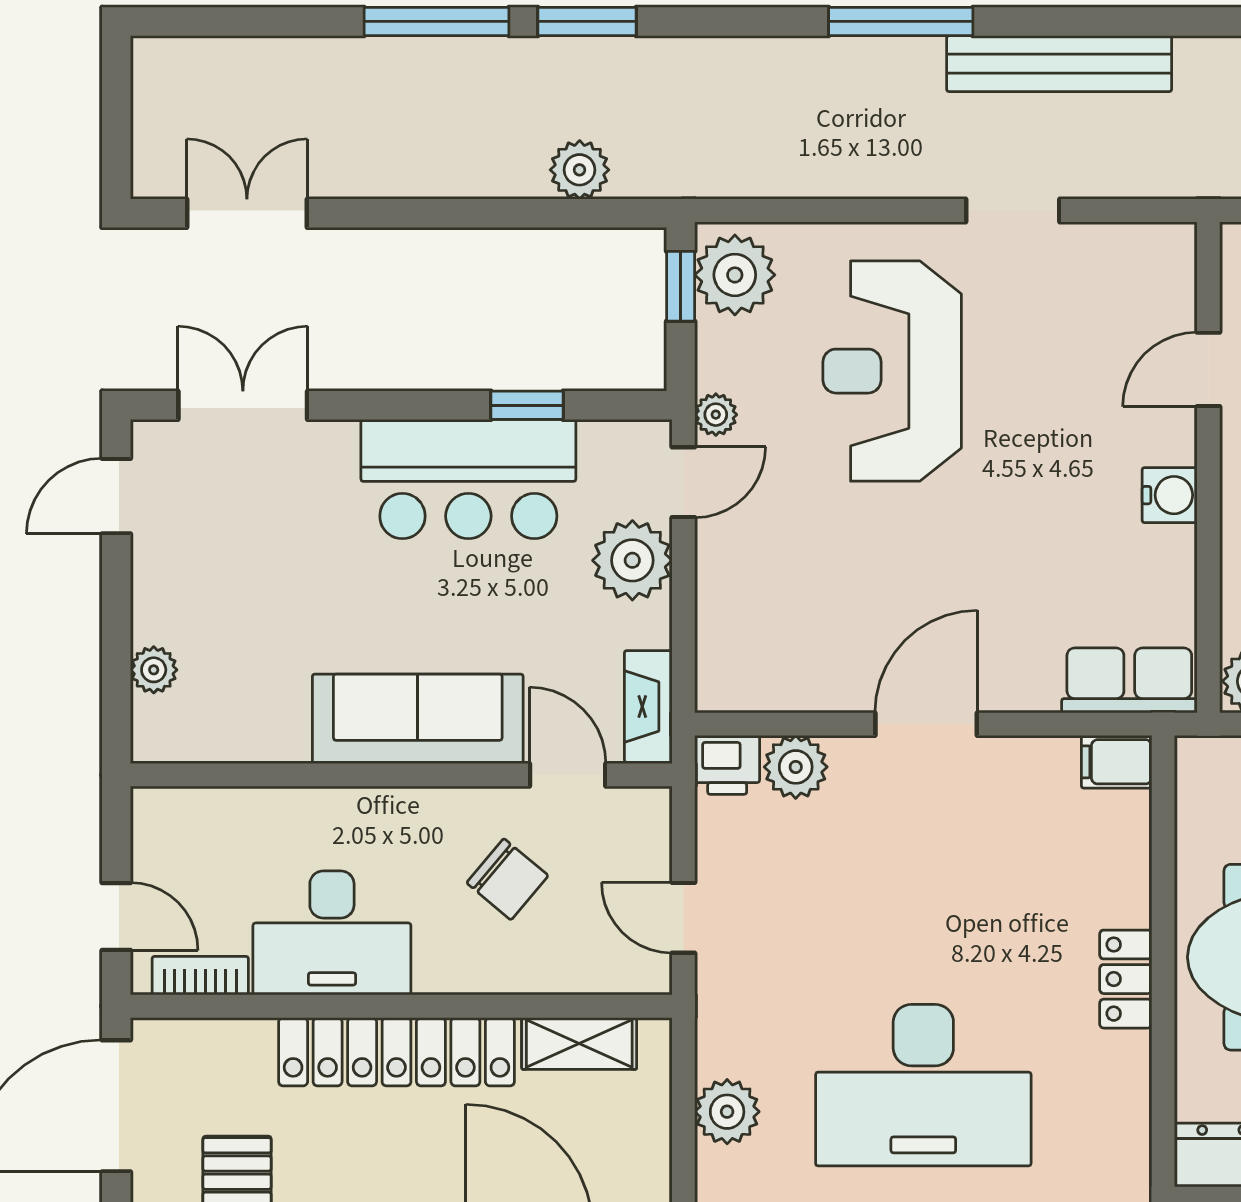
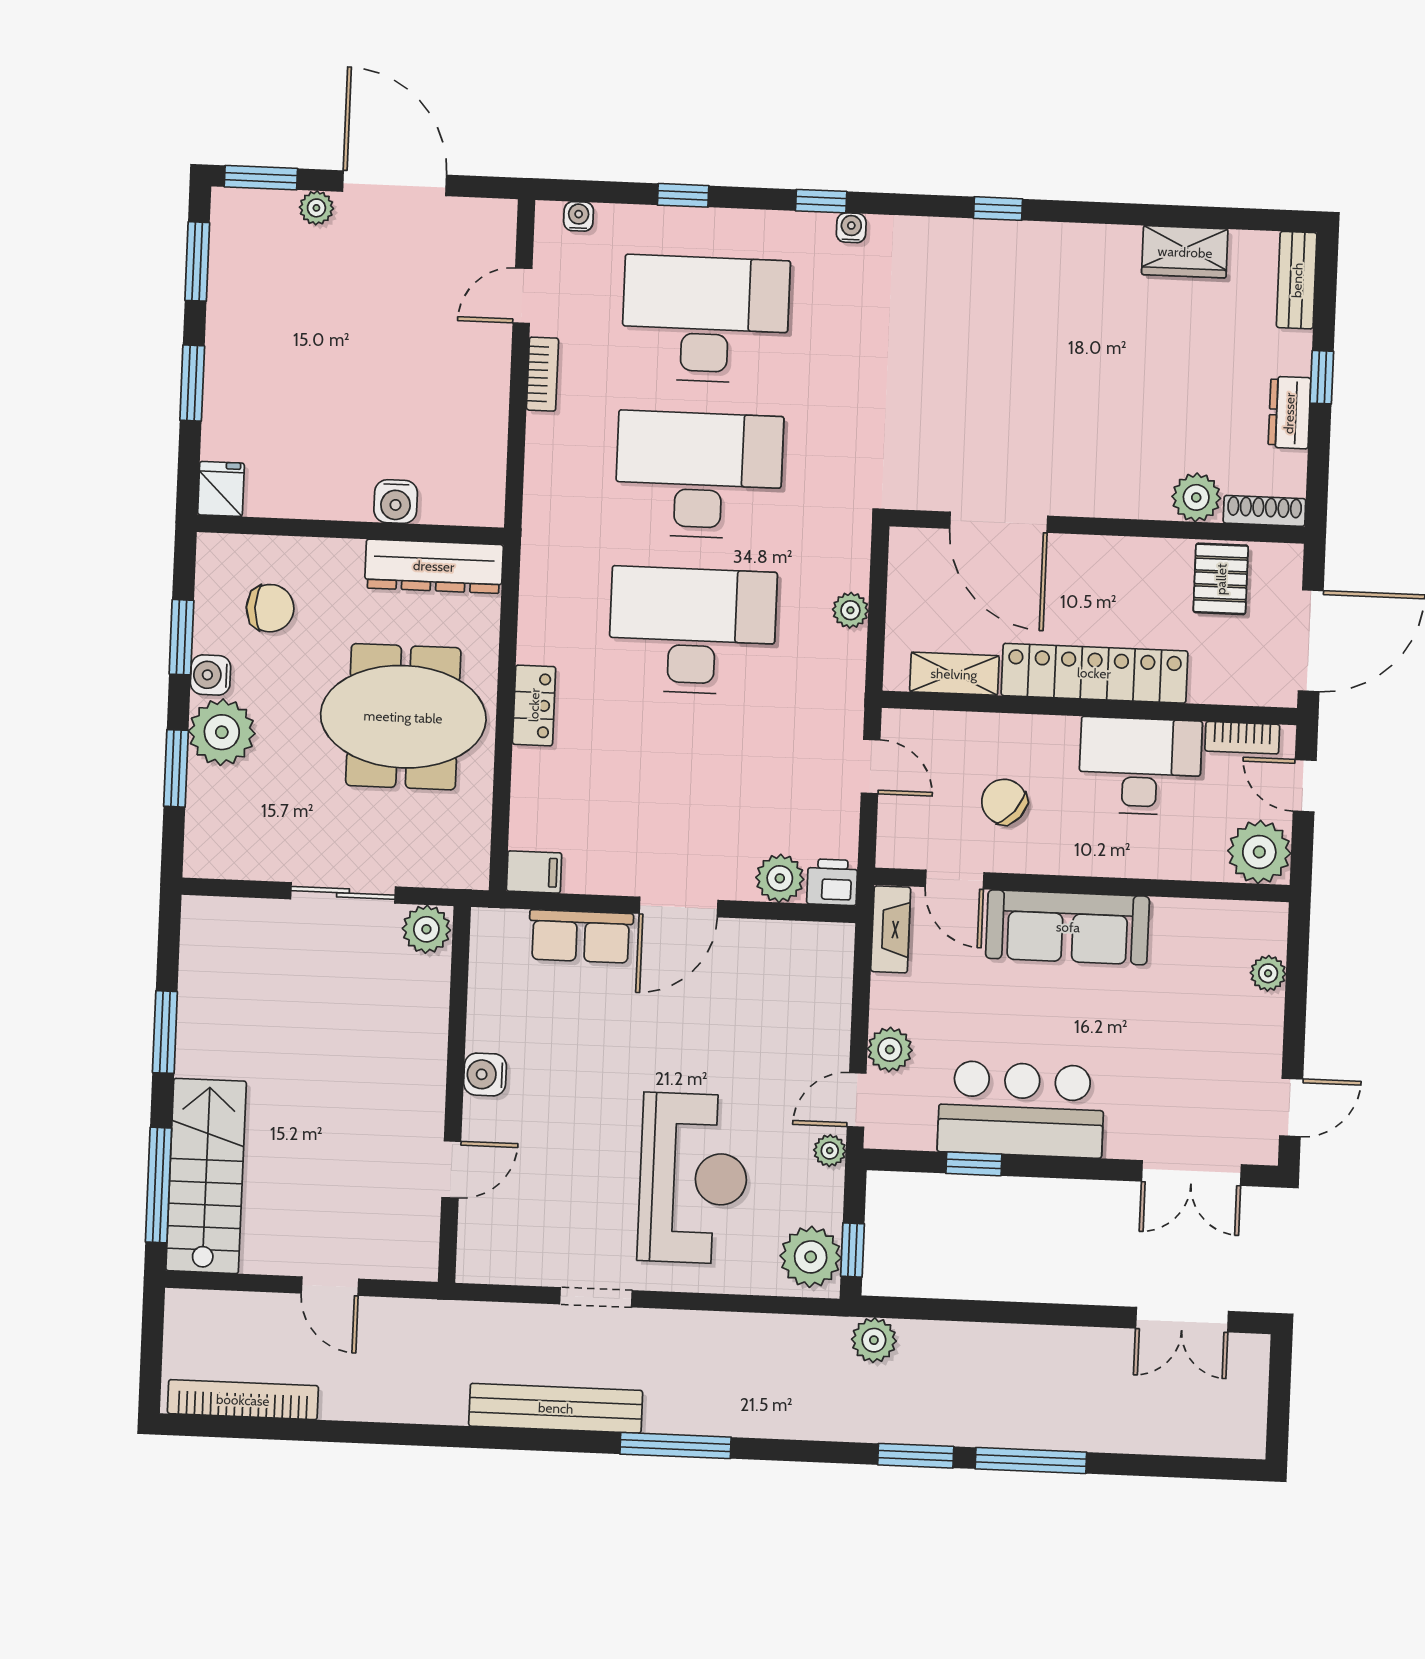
plant: (580, 170) -> (874, 1340), moved
plant: (632, 560) -> (890, 1050), width x0.73, depth x0.73
row of seats: (1129, 680) -> (581, 936), moved
plant: (172, 828) -> (1259, 852), added
plant: (727, 1112) -> (850, 610), width x0.73, depth x0.73

